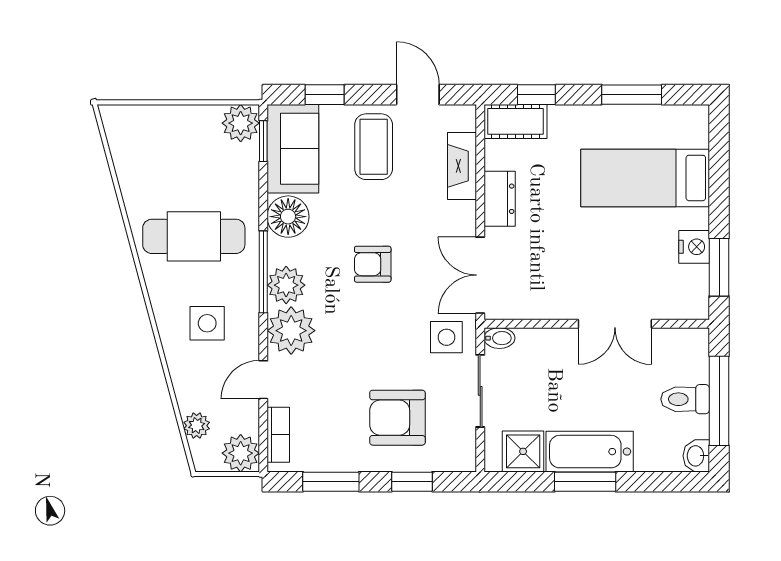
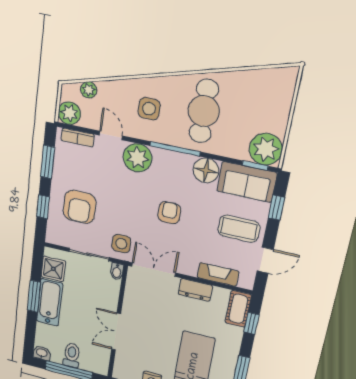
plant: (241, 123) -> (266, 149), width x1.36, depth x1.36
plant: (286, 285) -> (165, 161), removed
armchair: (397, 418) -> (79, 207), turned 180

